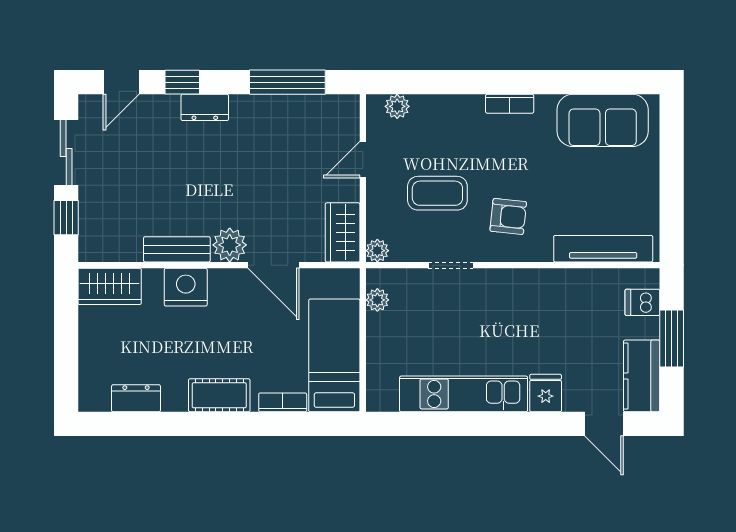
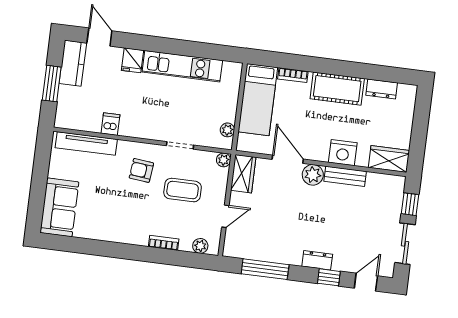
bookcase: (510, 104) -> (164, 243), moved
sofa: (603, 120) -> (59, 207), moved, turned 90
dishwasher: (642, 302) -> (110, 124), moved, turned -90
cot: (219, 395) -> (337, 89), width x1.37, depth x1.34

